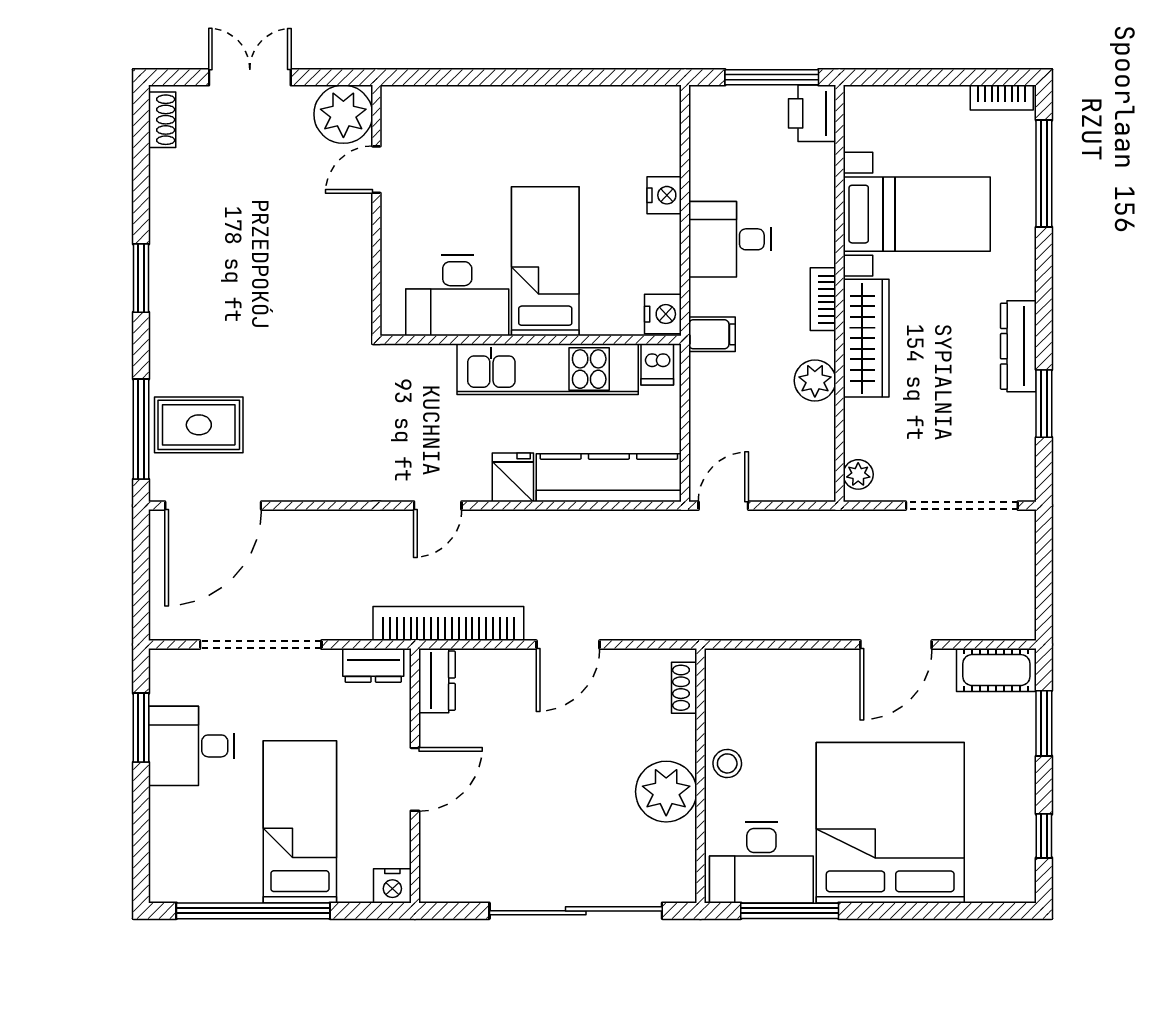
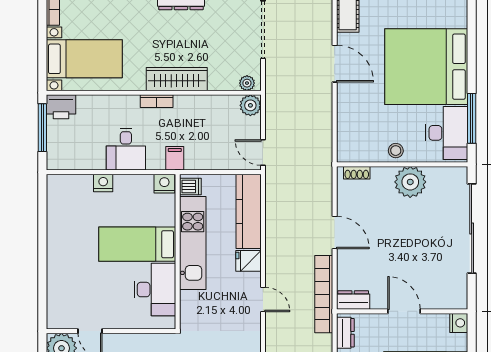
bed with nightstands: (917, 214) -> (84, 59), moved, turned 90
plant: (815, 381) -> (250, 105), moved

